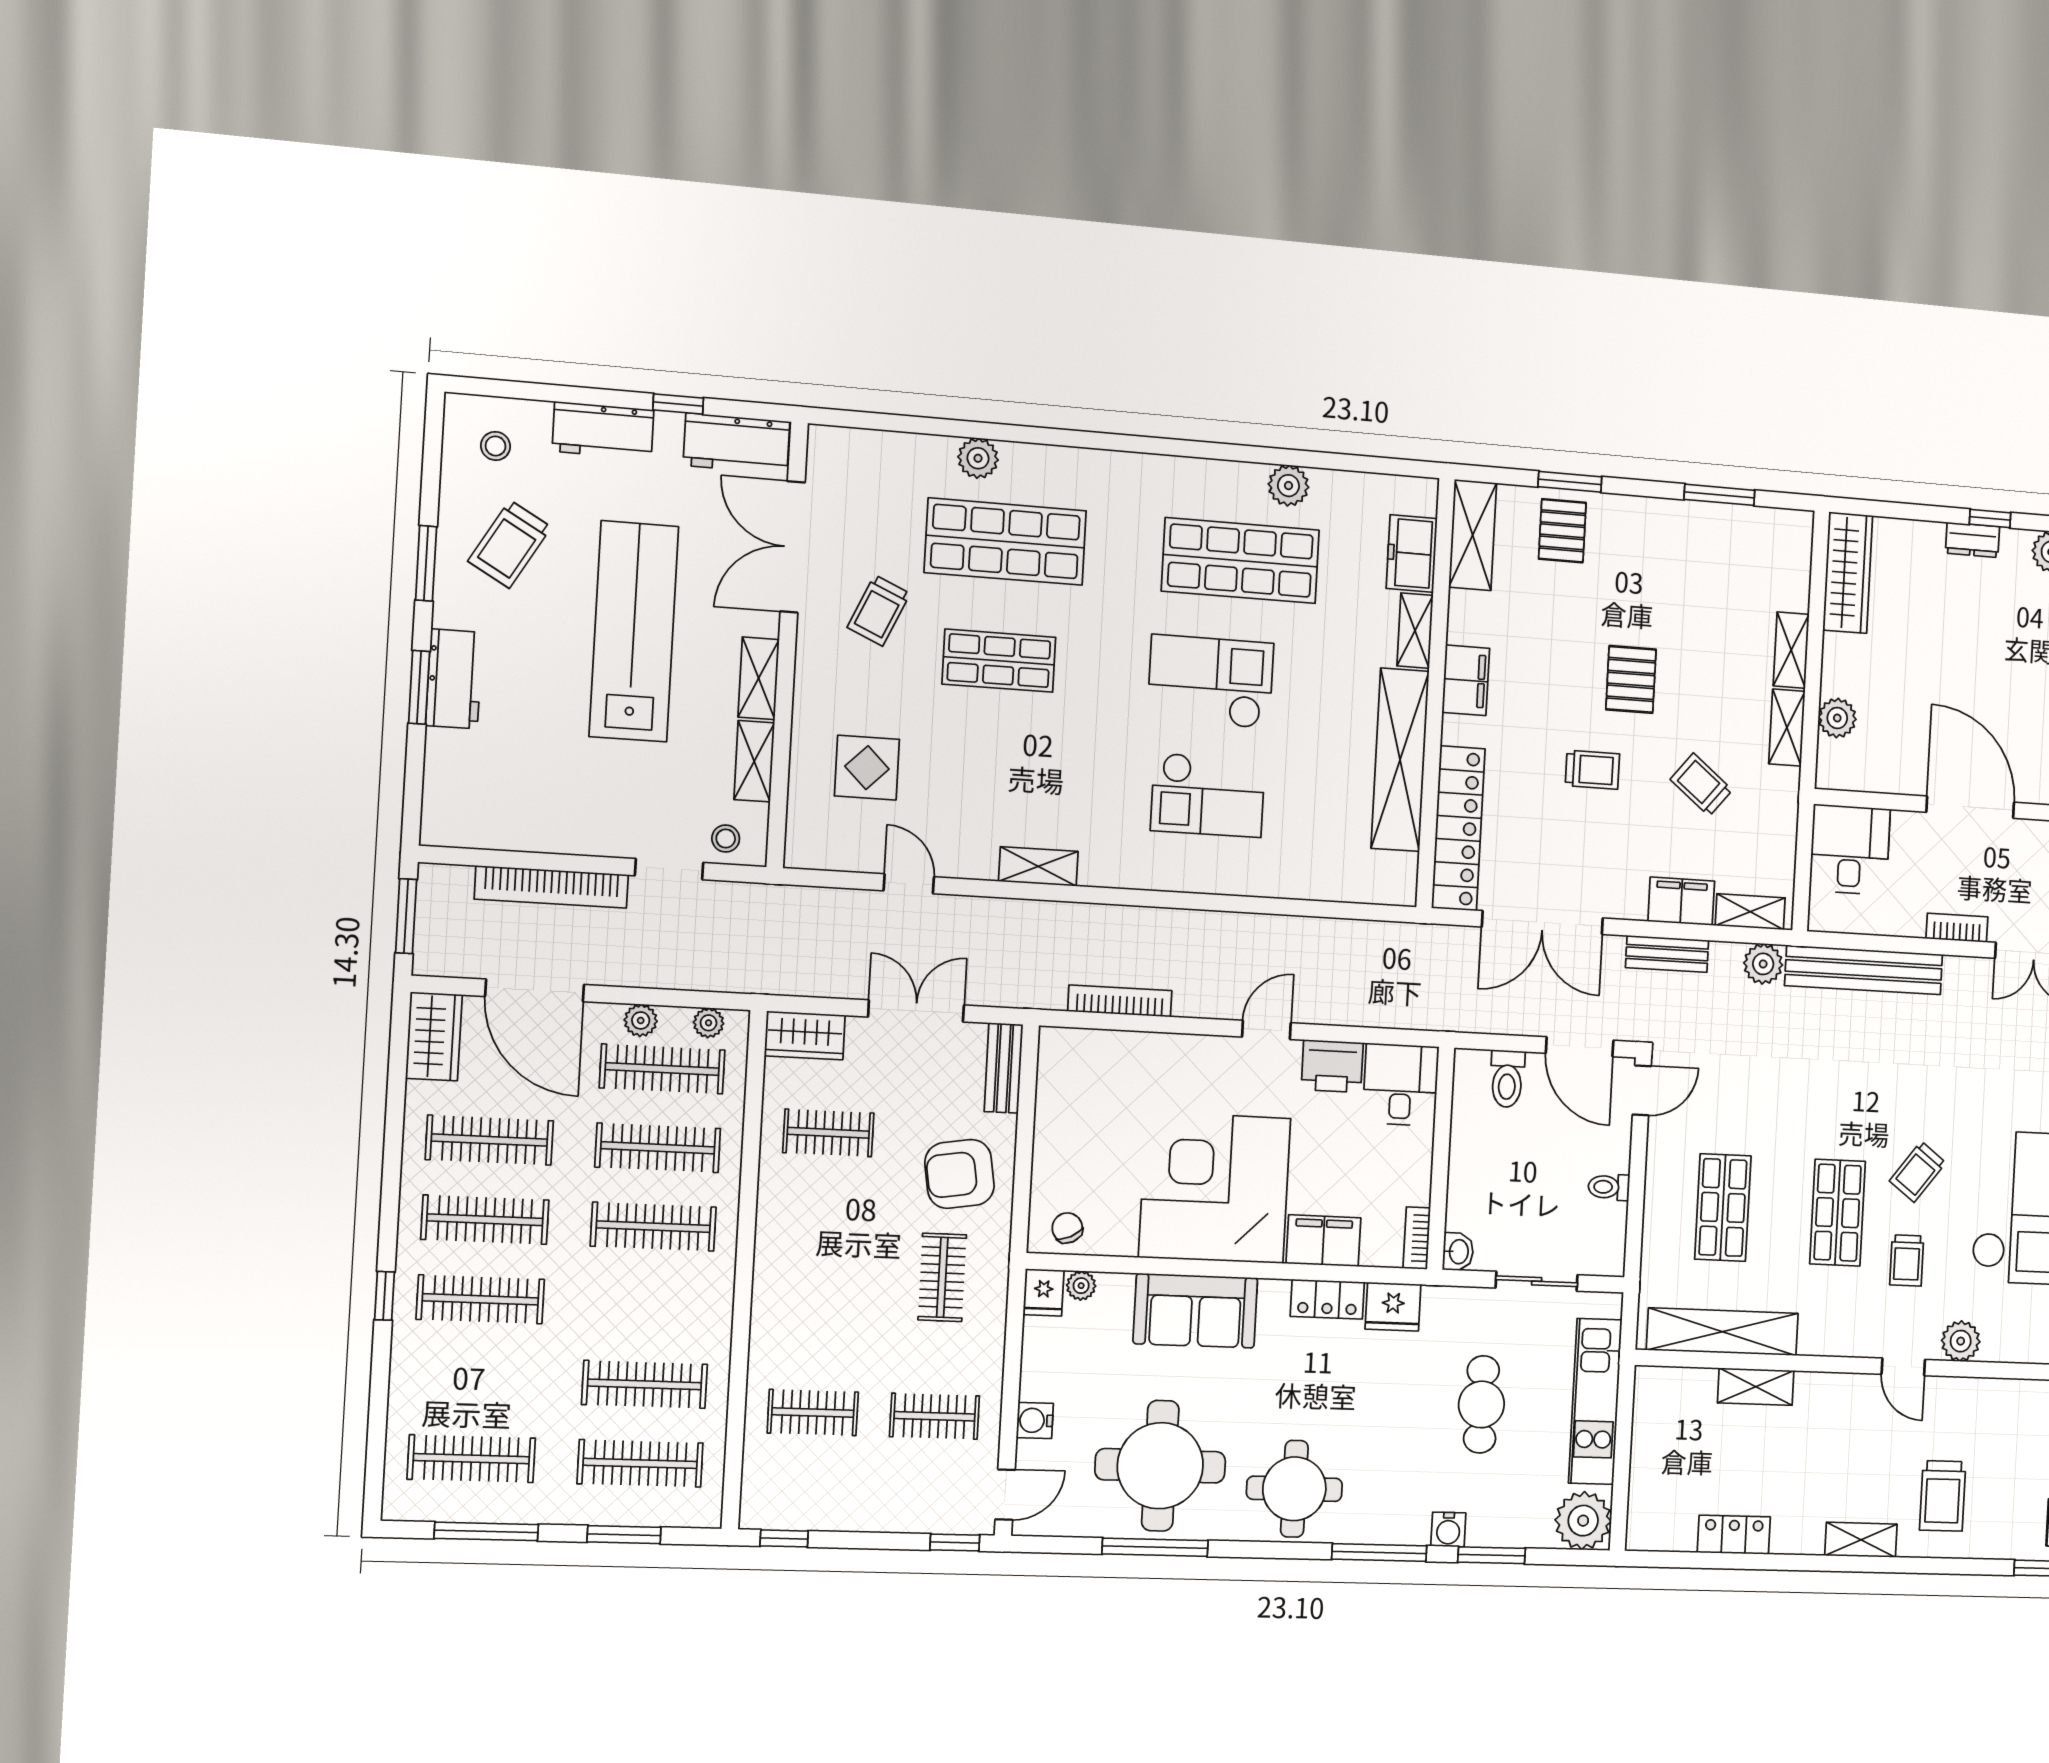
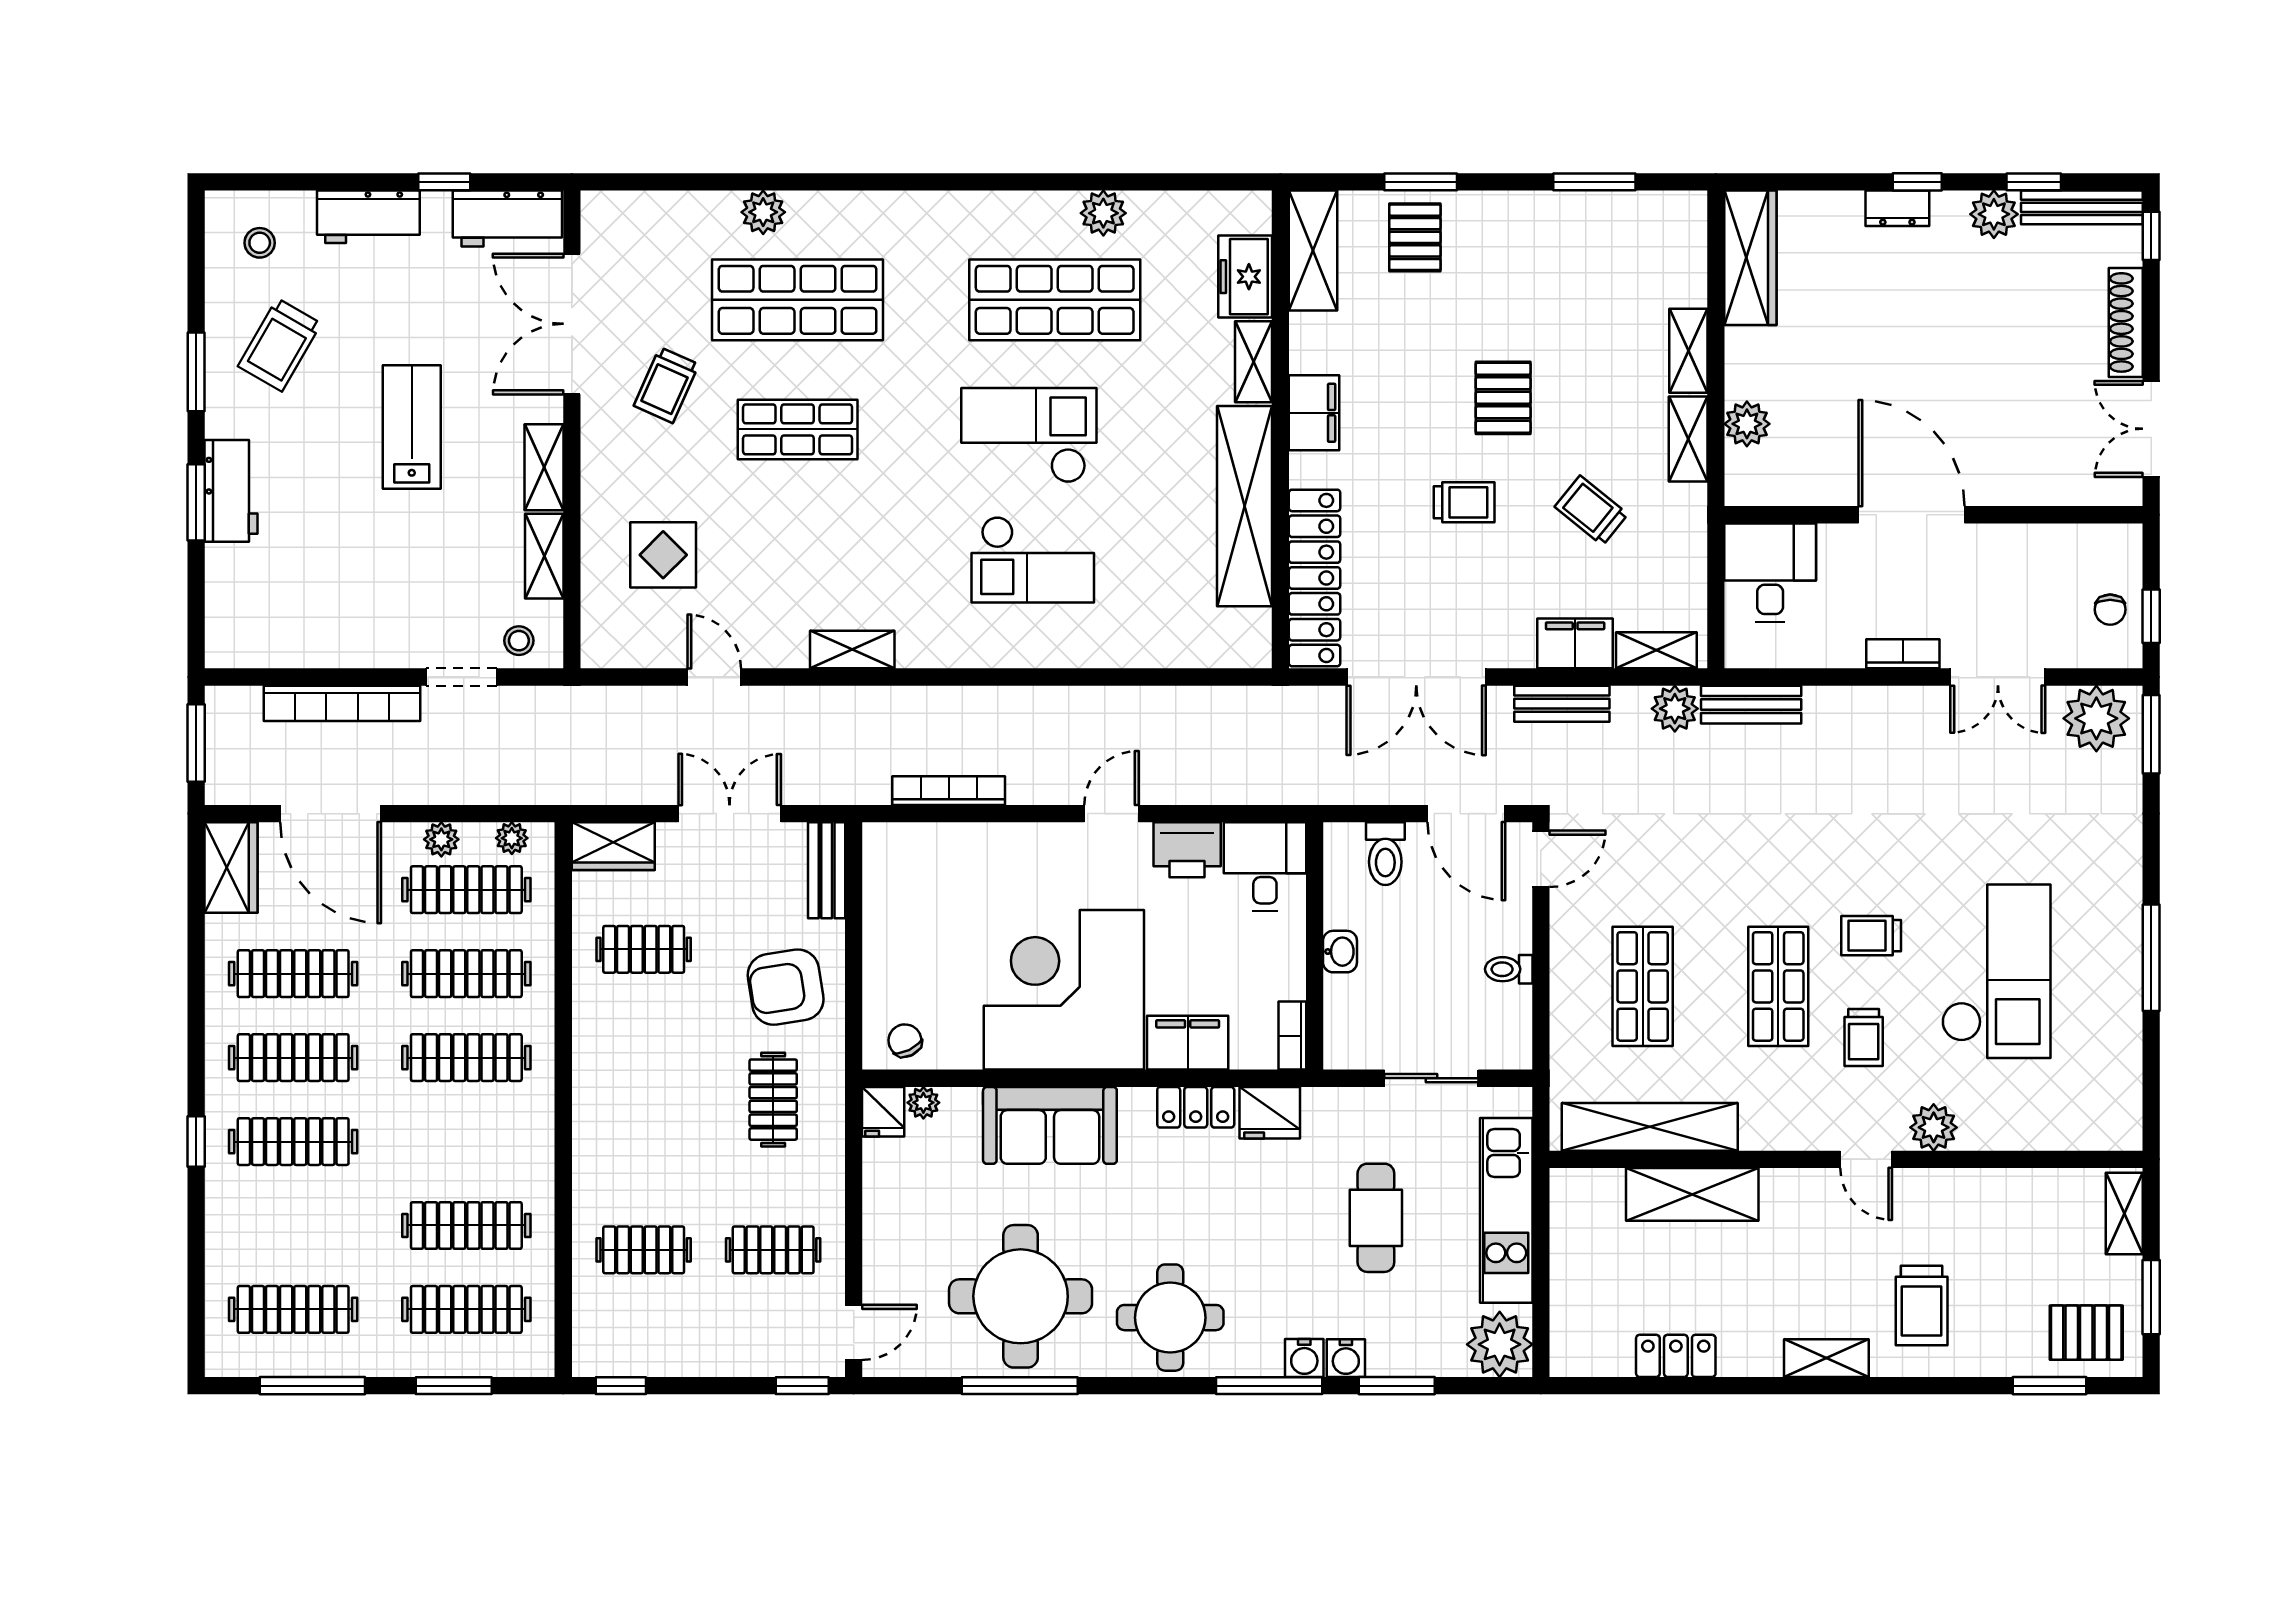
lab bench: (634, 631) -> (412, 427), width x0.54, depth x0.72
bench: (1864, 970) -> (1751, 705), width x0.54, depth x0.82
trolley: (1918, 1172) -> (1871, 936), turned 53
washbasin: (1458, 1252) -> (1340, 952), moved
shelving: (1756, 1387) -> (1692, 1194), width x1.50, depth x1.33
water cooler: (1035, 1420) -> (1304, 1358), moved, turned -90

